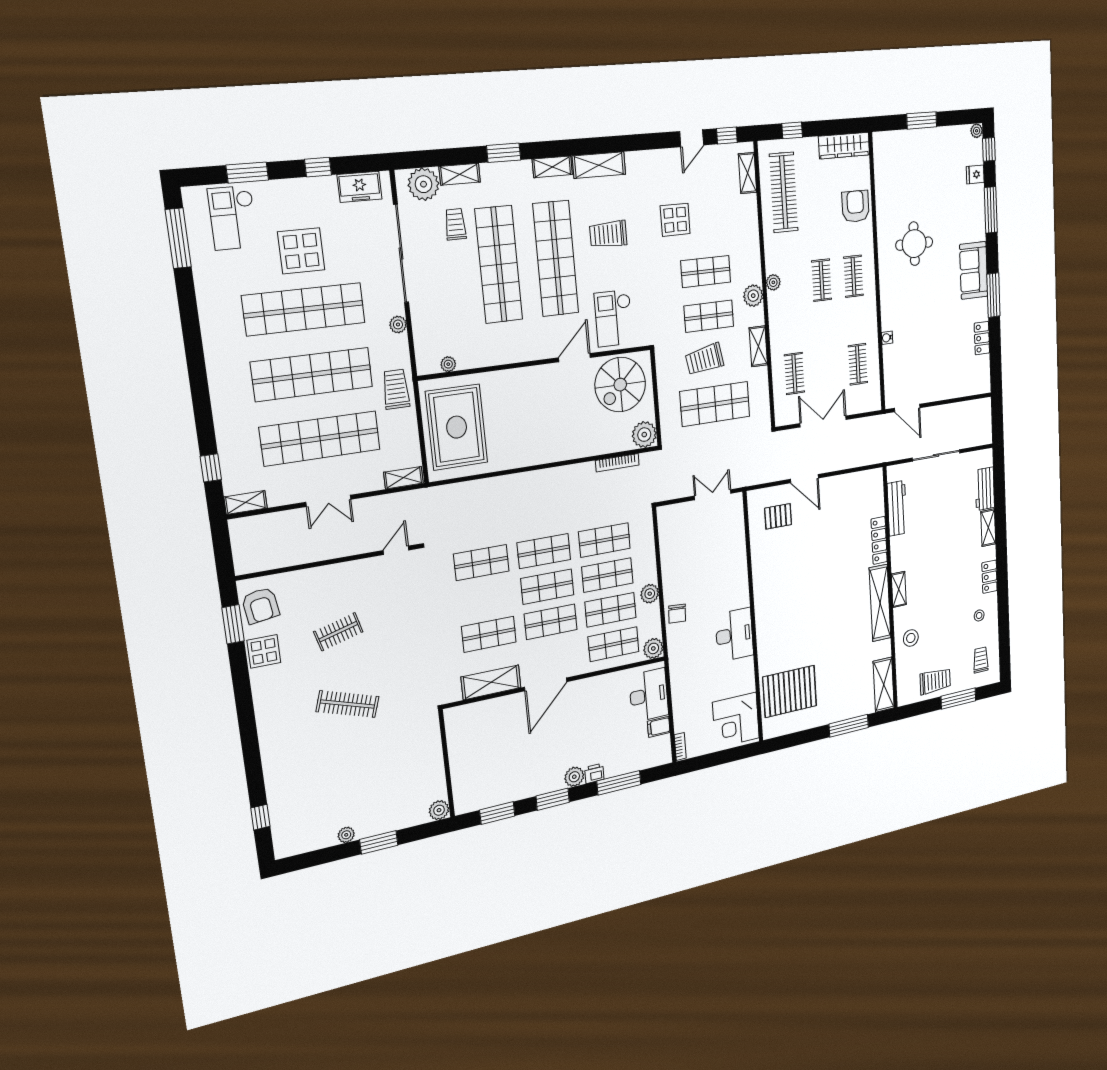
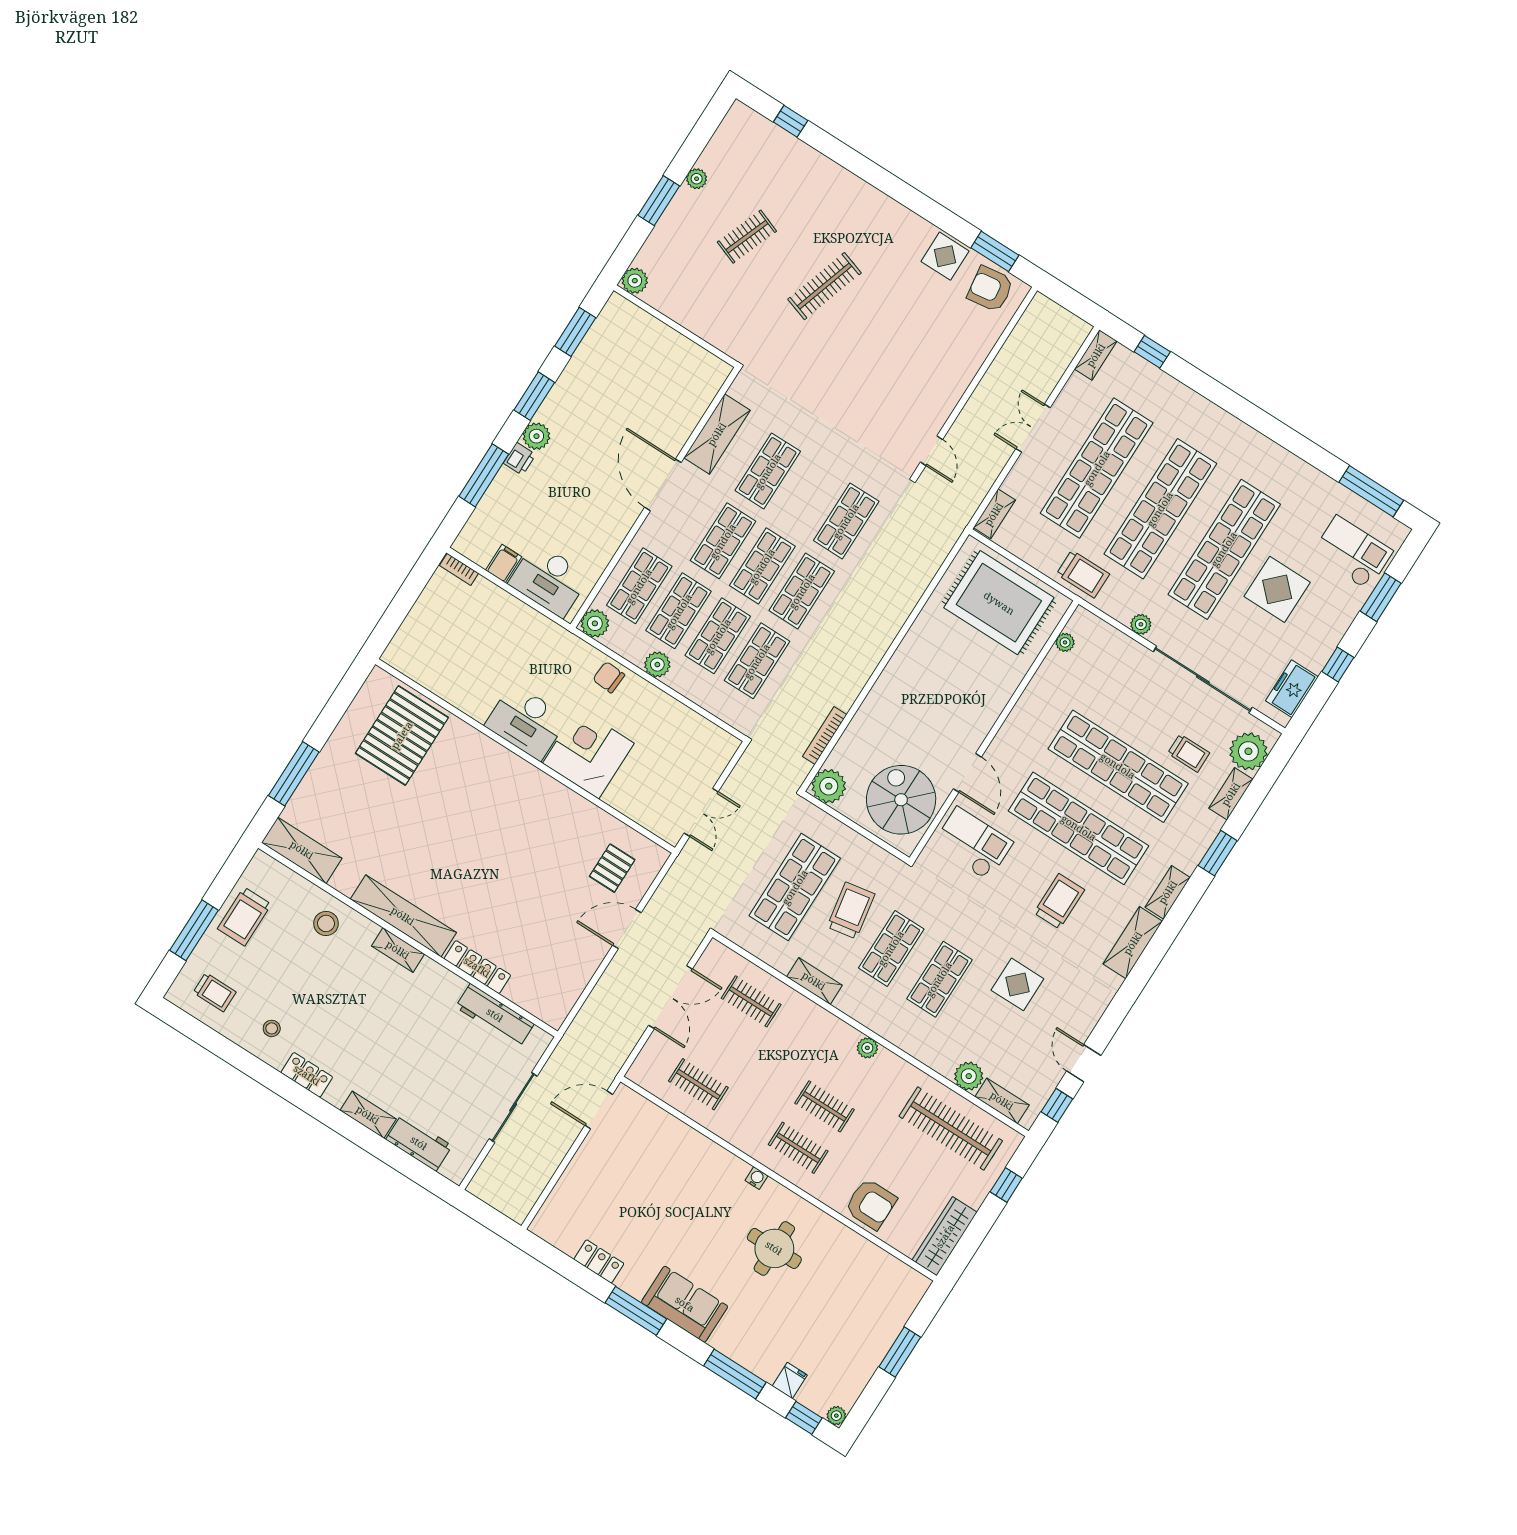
plant: (753, 296) -> (969, 1076), moved
water cooler: (887, 338) -> (756, 1178), moved
clothes rail: (338, 632) -> (747, 237), moved, turned 36
corner desk: (736, 720) -> (588, 753), moved

